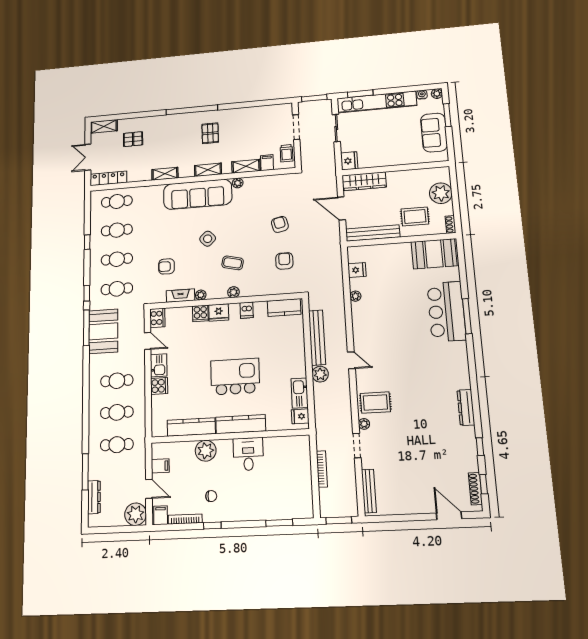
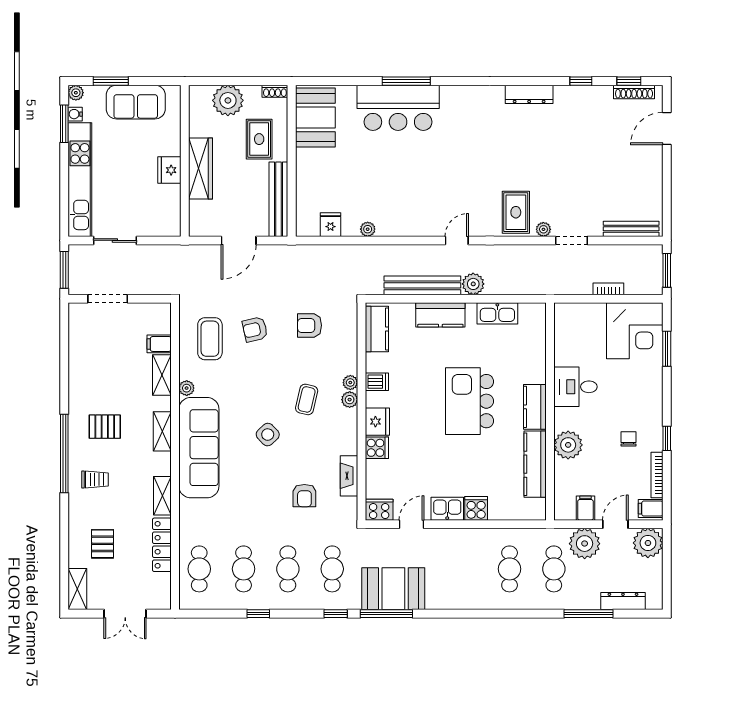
window: (360, 94) -> (64, 124), moved
trolley: (286, 153) -> (95, 479), moved
fridge: (349, 161) -> (169, 170), moved, turned -90
locker: (108, 178) -> (162, 545), moved
wardrobe: (364, 181) -> (200, 168), moved
coffee table: (272, 195) -> (210, 339), added
plant: (201, 295) -> (350, 383), moved
kitchen counter: (296, 352) -> (440, 315), added
cafe table: (117, 381) -> (465, 569), removed
fridge: (300, 416) -> (529, 314), removed
kitchen counter: (241, 424) -> (535, 407), width x0.67
plant: (135, 466) -> (585, 544), added
bookcase: (322, 469) -> (608, 289), width x0.64
corner desk: (292, 497) -> (635, 331), added

